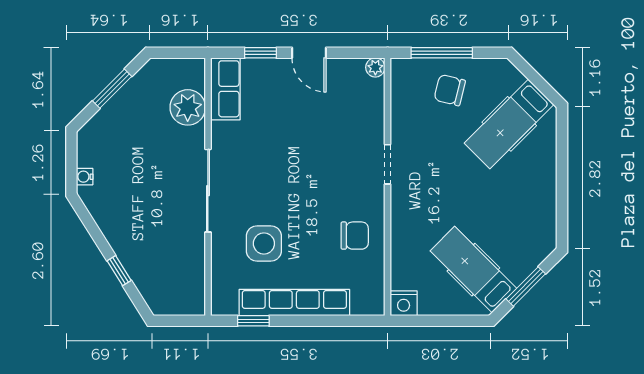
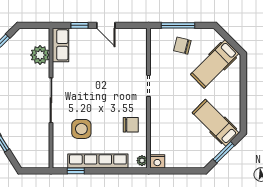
plant: (375, 67) -> (142, 161), moved
hospital bed: (473, 270) -> (216, 123), moved

